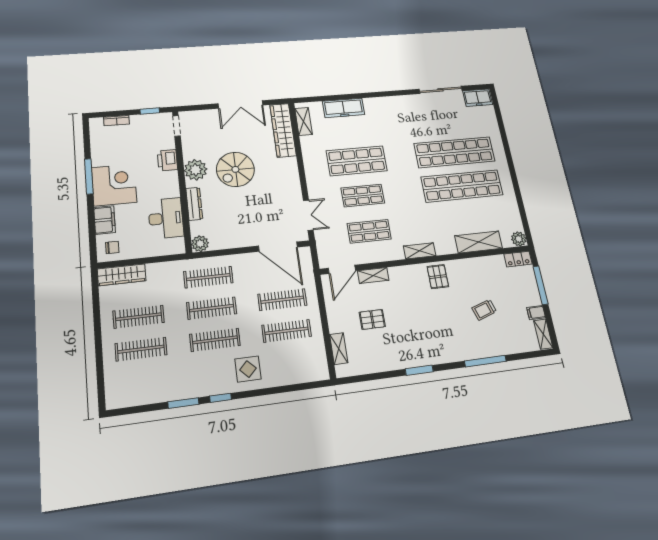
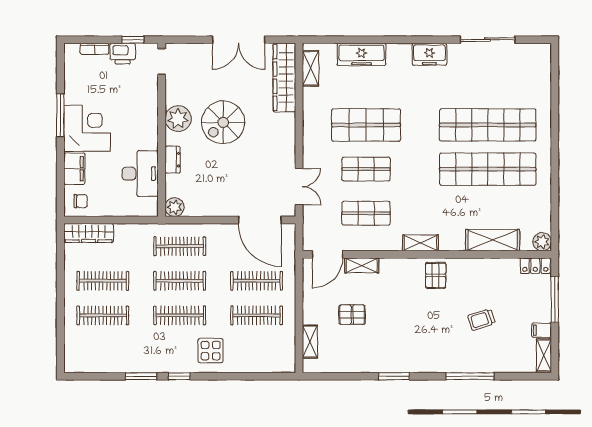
freezer: (478, 98) -> (429, 54), moved
printer: (167, 160) -> (123, 54), moved, turned -90
dresser: (194, 204) -> (173, 160), width x0.70

